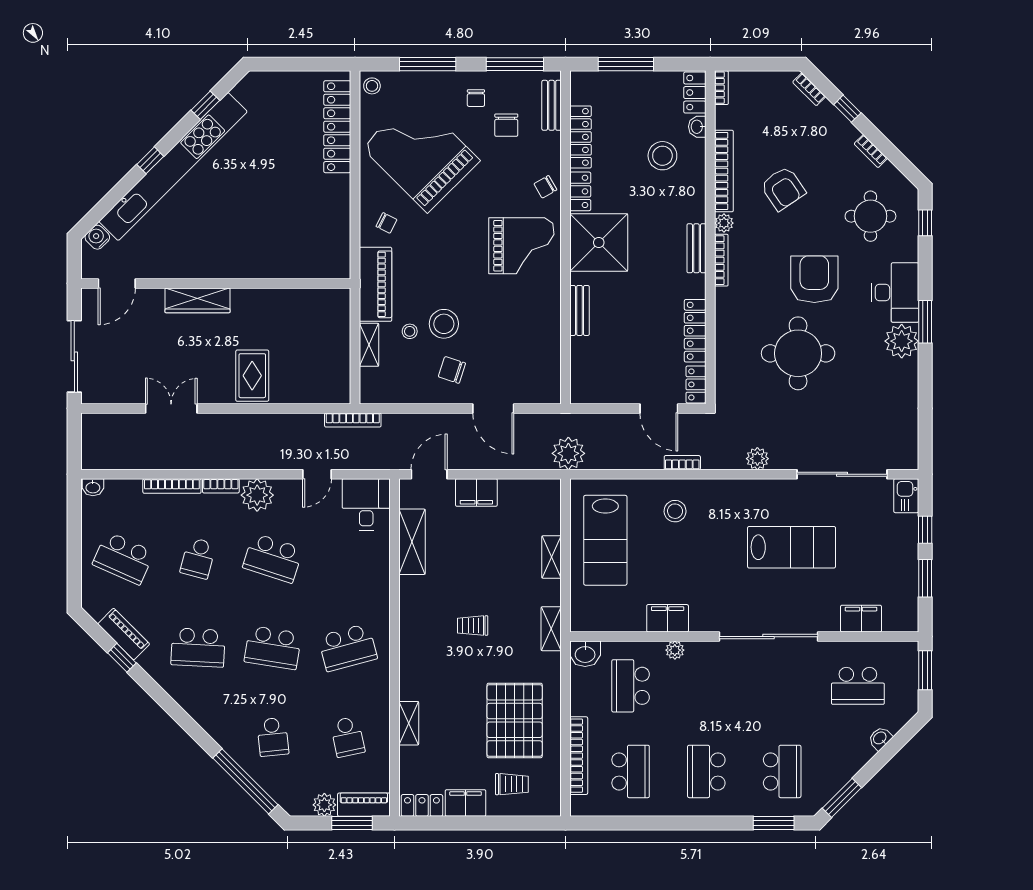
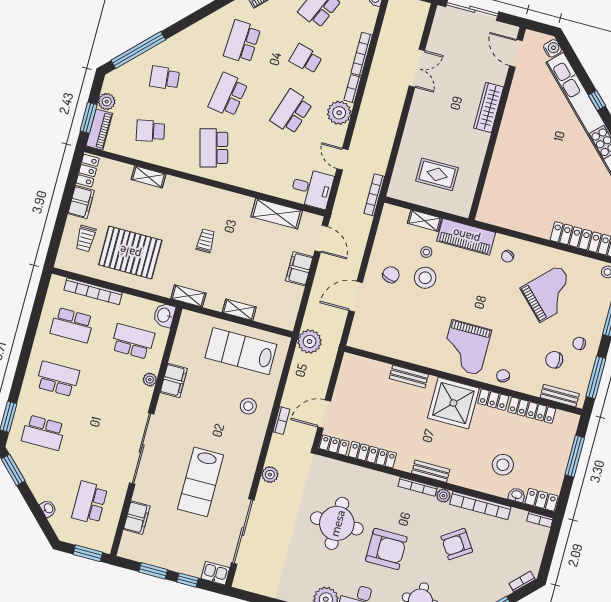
grand piano: (421, 154) -> (550, 294), width x0.73, depth x0.68
rug: (252, 376) -> (437, 174), moved

